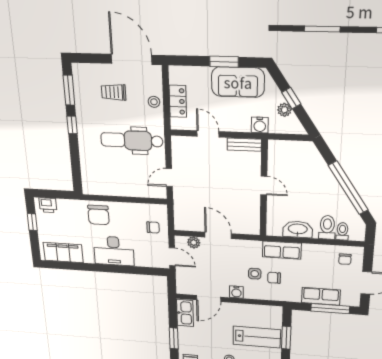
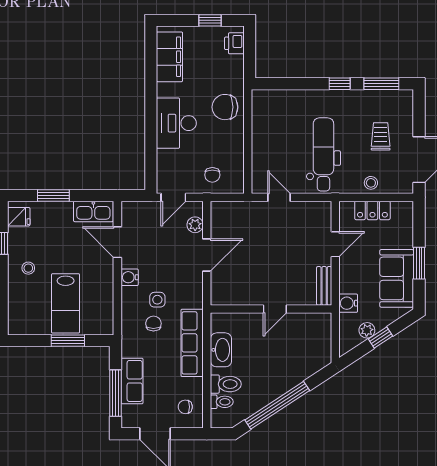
row of seats: (282, 250) -> (192, 343), width x1.48

